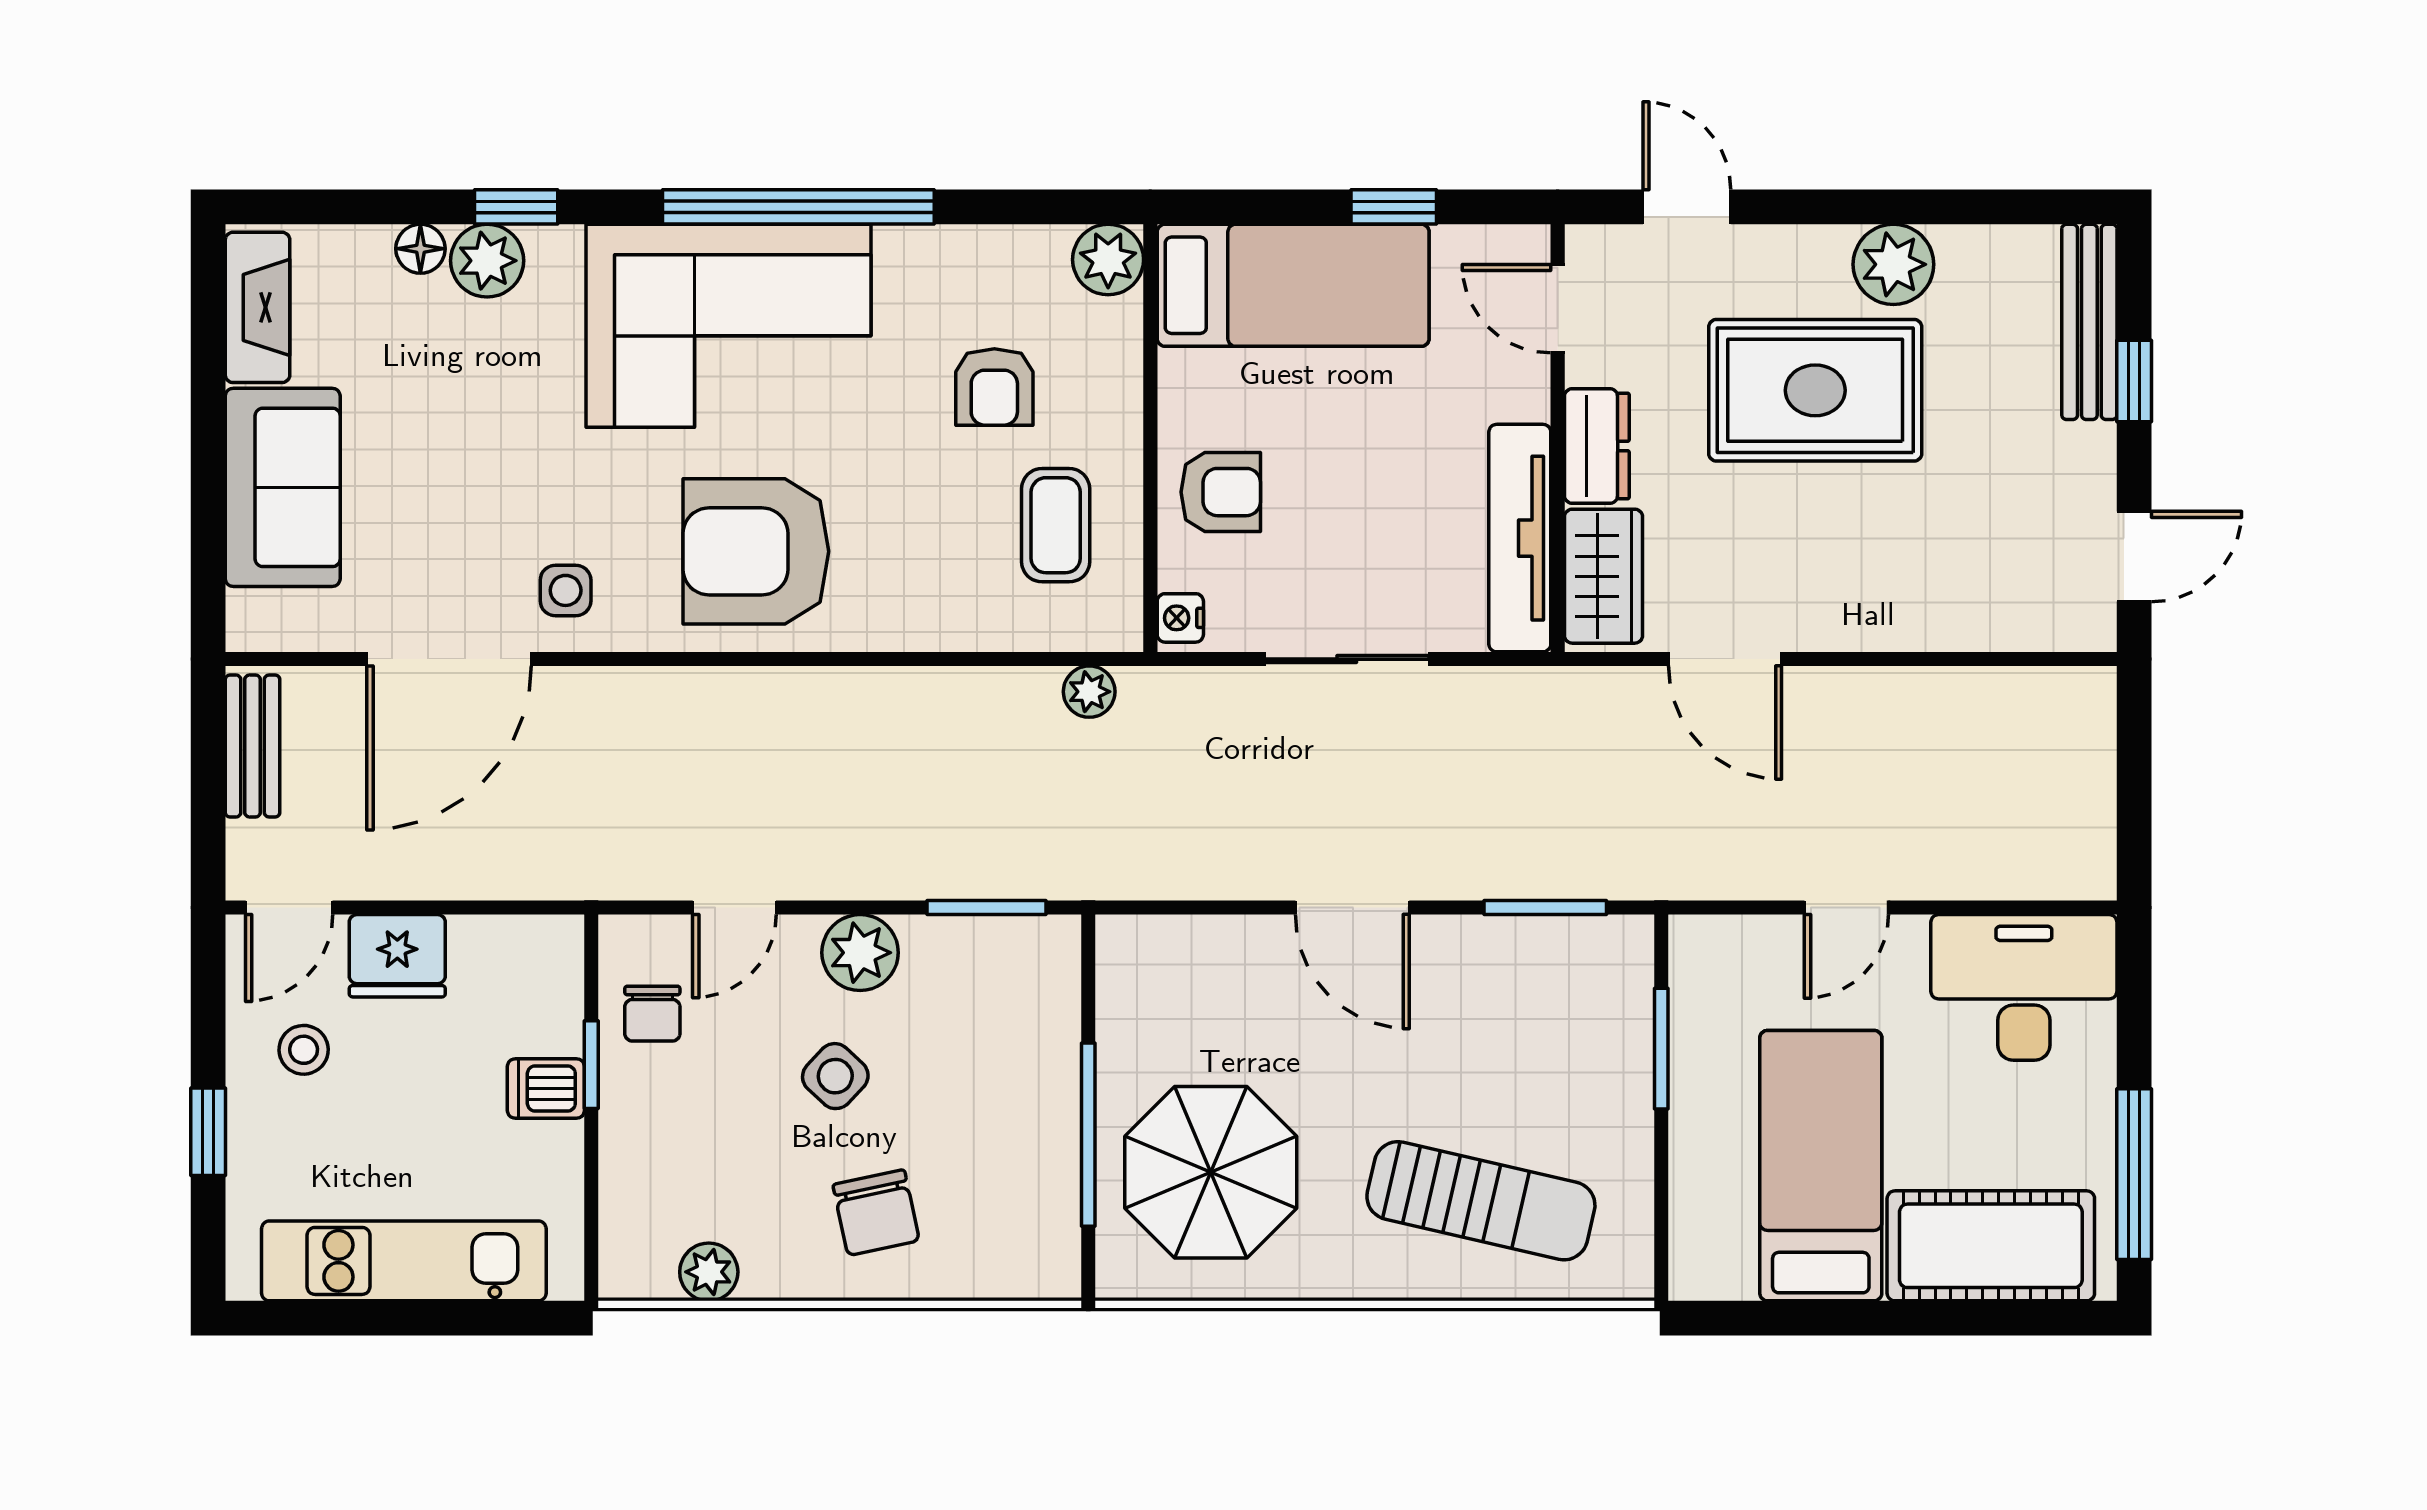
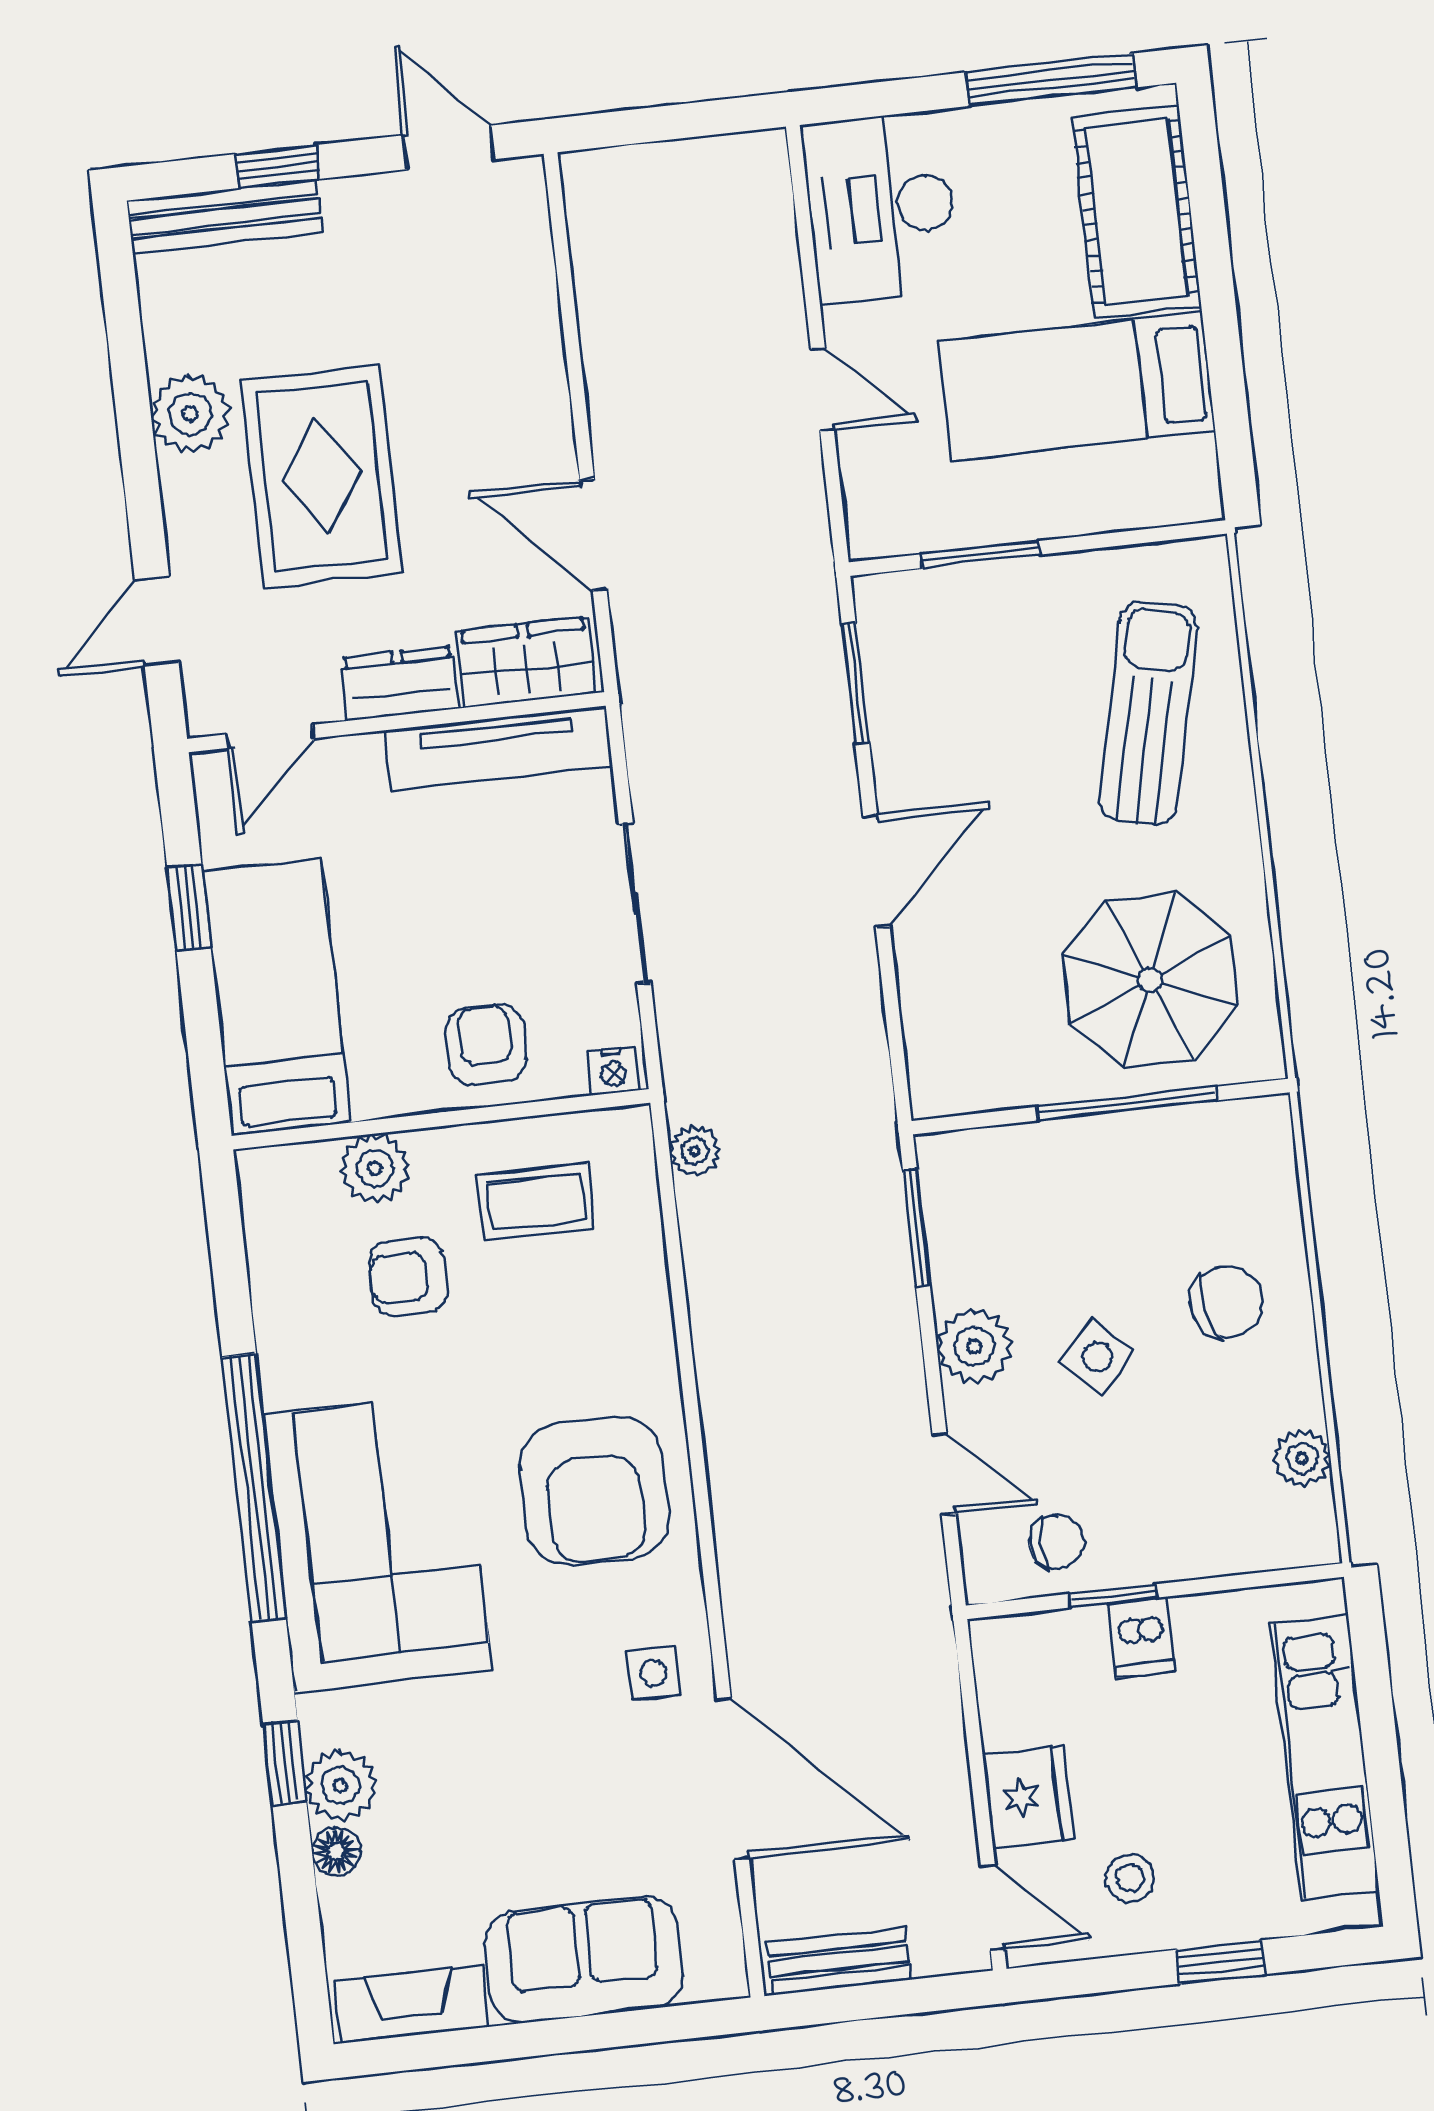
plant: (1108, 260) -> (375, 1168), moved
armchair: (994, 387) -> (408, 1277), turned 180
door: (1725, 659) -> (593, 535), swing flipped

